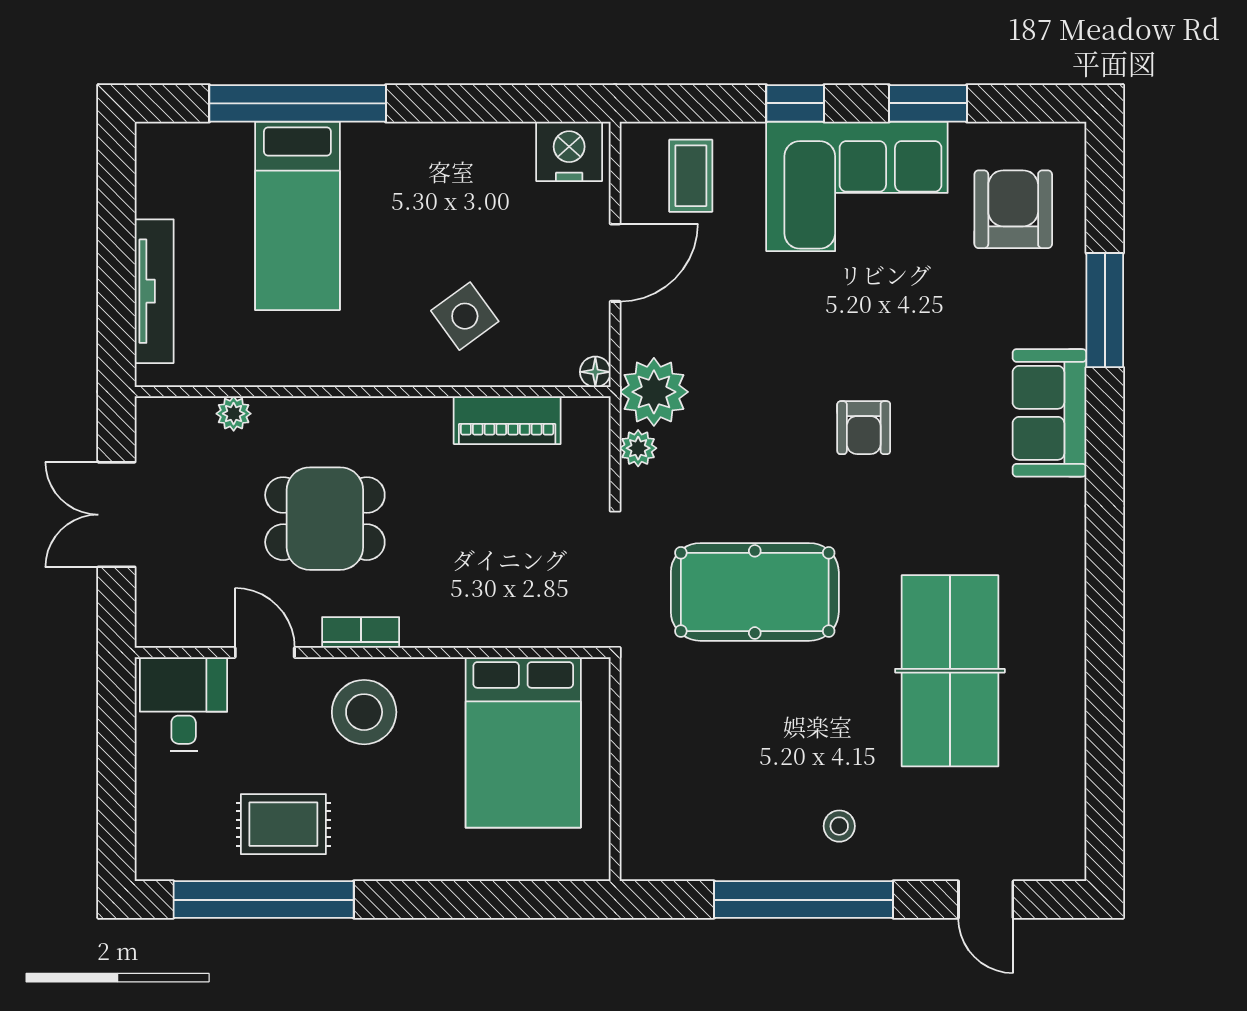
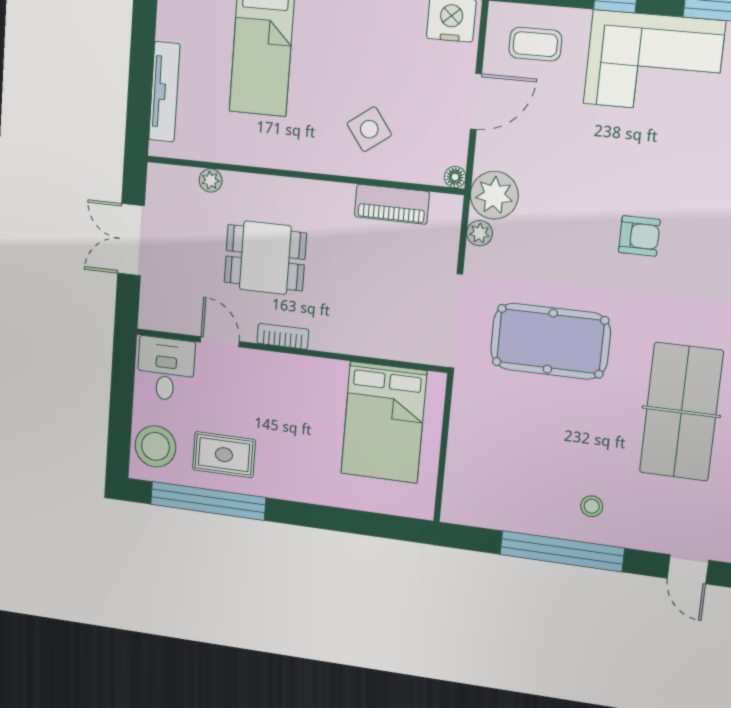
coffee table: (691, 176) -> (535, 44), turned 90
armchair: (864, 428) -> (639, 236), turned -90
stool: (364, 712) -> (155, 446), moved

